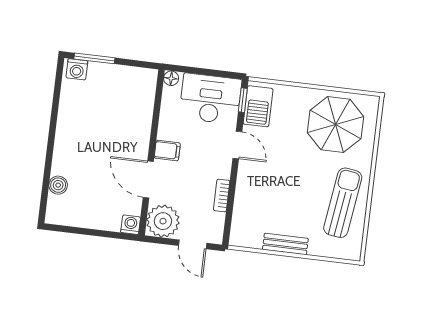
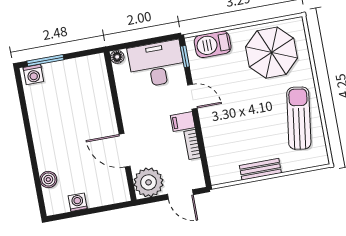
barbecue: (258, 106) -> (213, 44), moved, turned 90
filing cabinet: (167, 151) -> (183, 122), moved, turned 180
washing machine: (131, 225) -> (78, 202), moved

